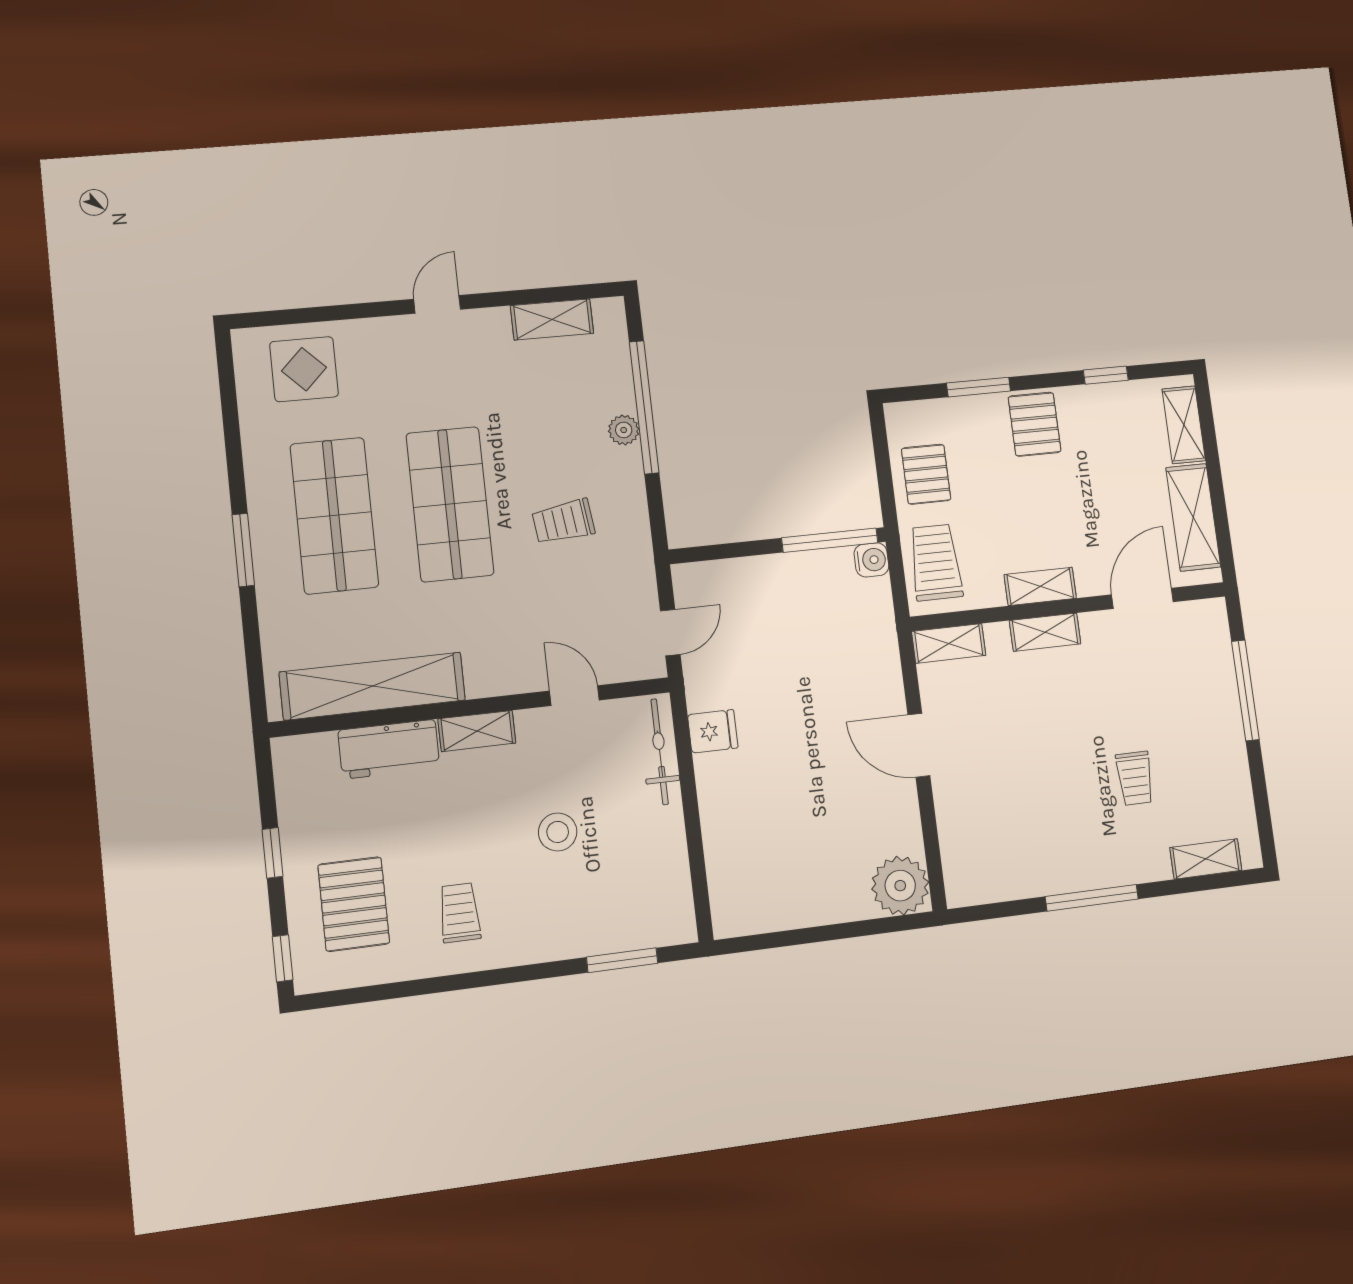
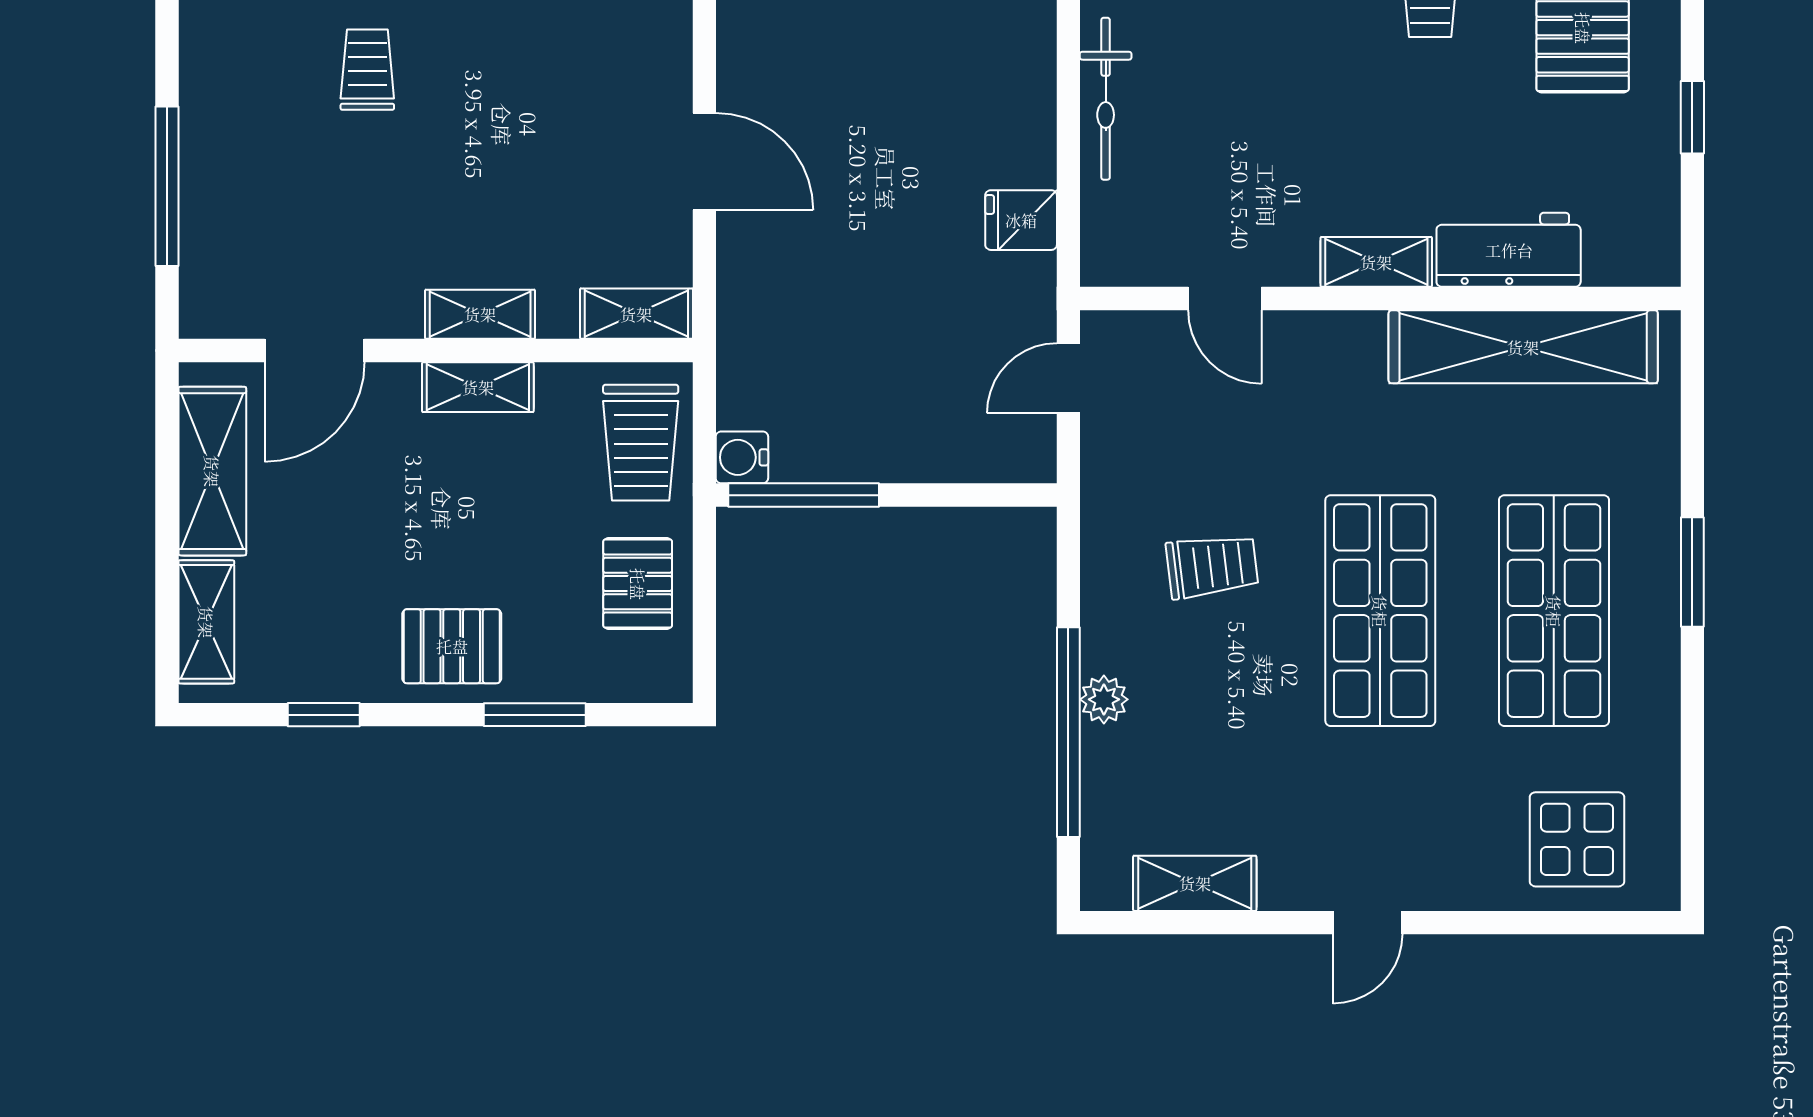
pallet: (1035, 424) -> (452, 646), turned 90
bicycle: (660, 752) -> (1106, 99), moved
stool: (558, 832) -> (1272, 97), removed

